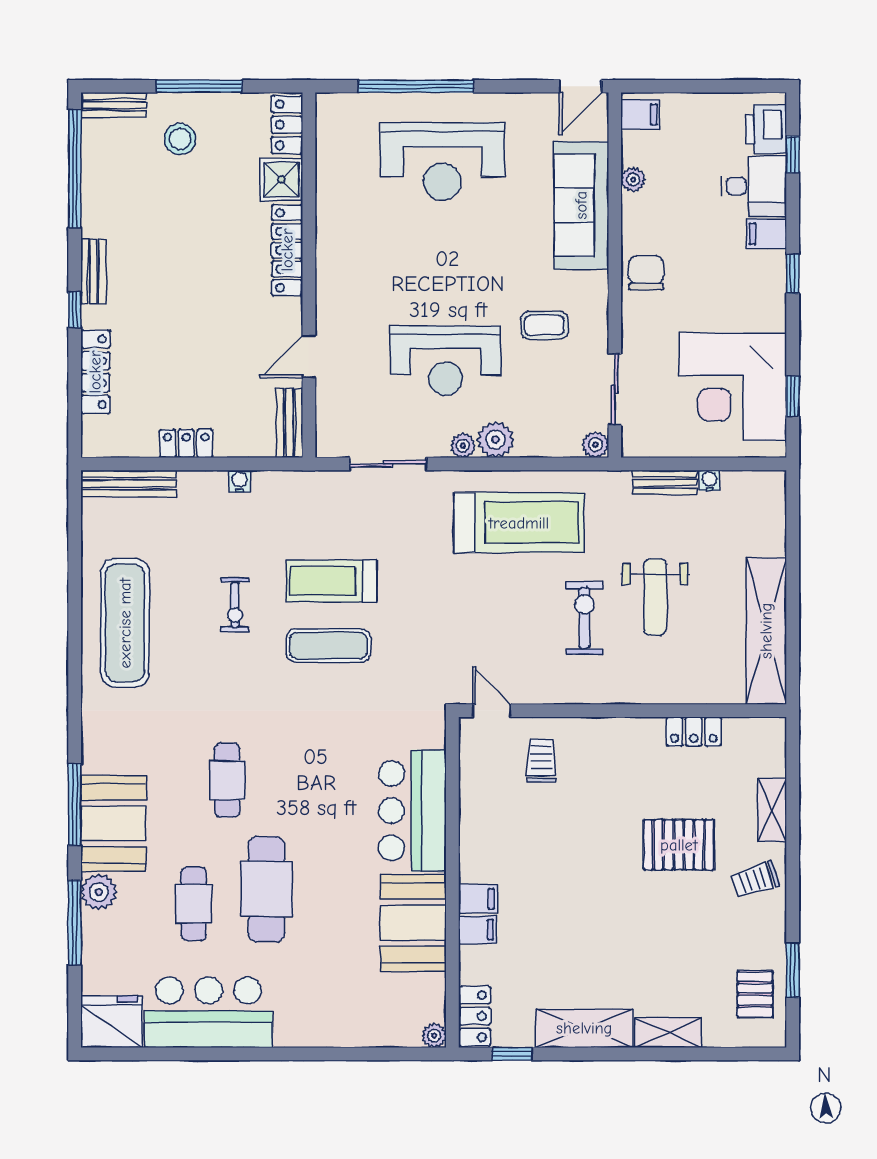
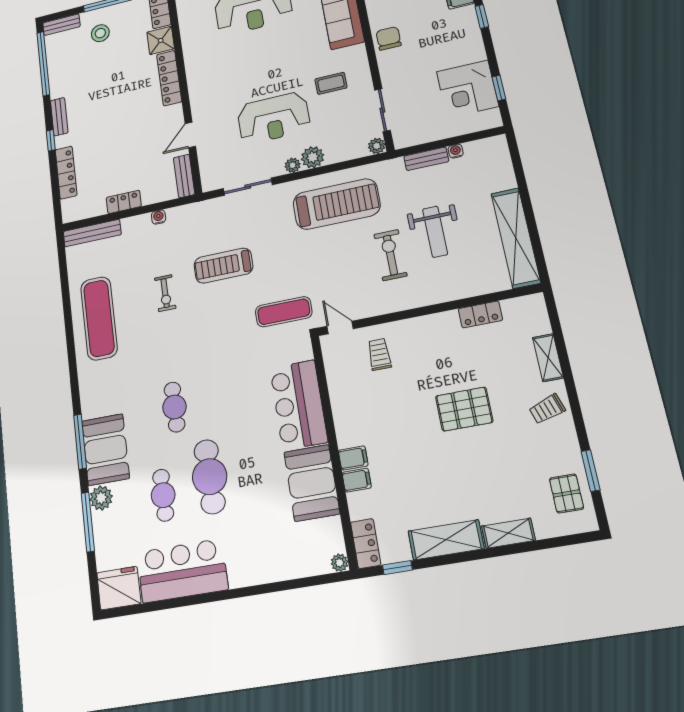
corner desk: (733, 386) -> (467, 89), width x0.74, depth x0.74
exercise mat: (328, 646) -> (284, 312), moved
pallet: (679, 845) -> (464, 409), moved

